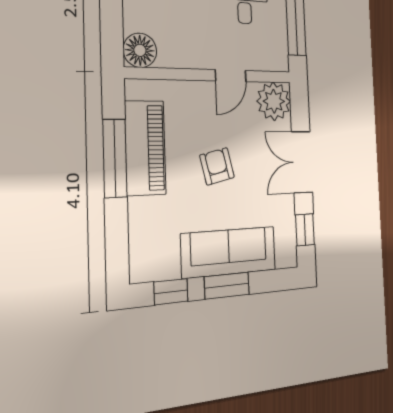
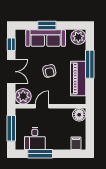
window: (115, 158) -> (90, 64), moved
plant: (148, 262) -> (78, 37), added
window: (171, 292) -> (70, 26), removed

